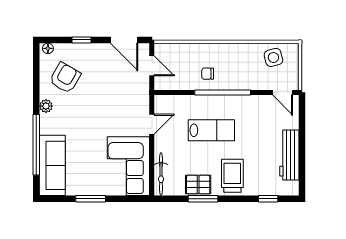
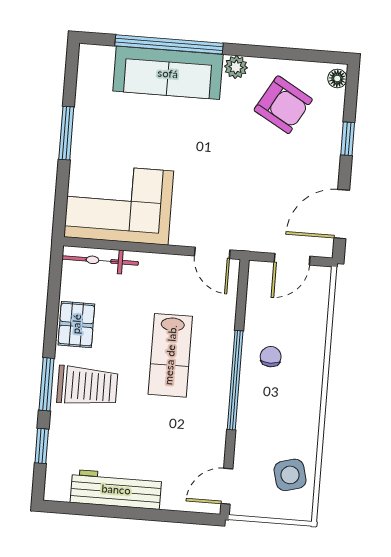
door: (152, 124) -> (212, 253), moved
sofa: (52, 165) -> (168, 73), moved
window: (203, 199) -> (47, 384), moved

